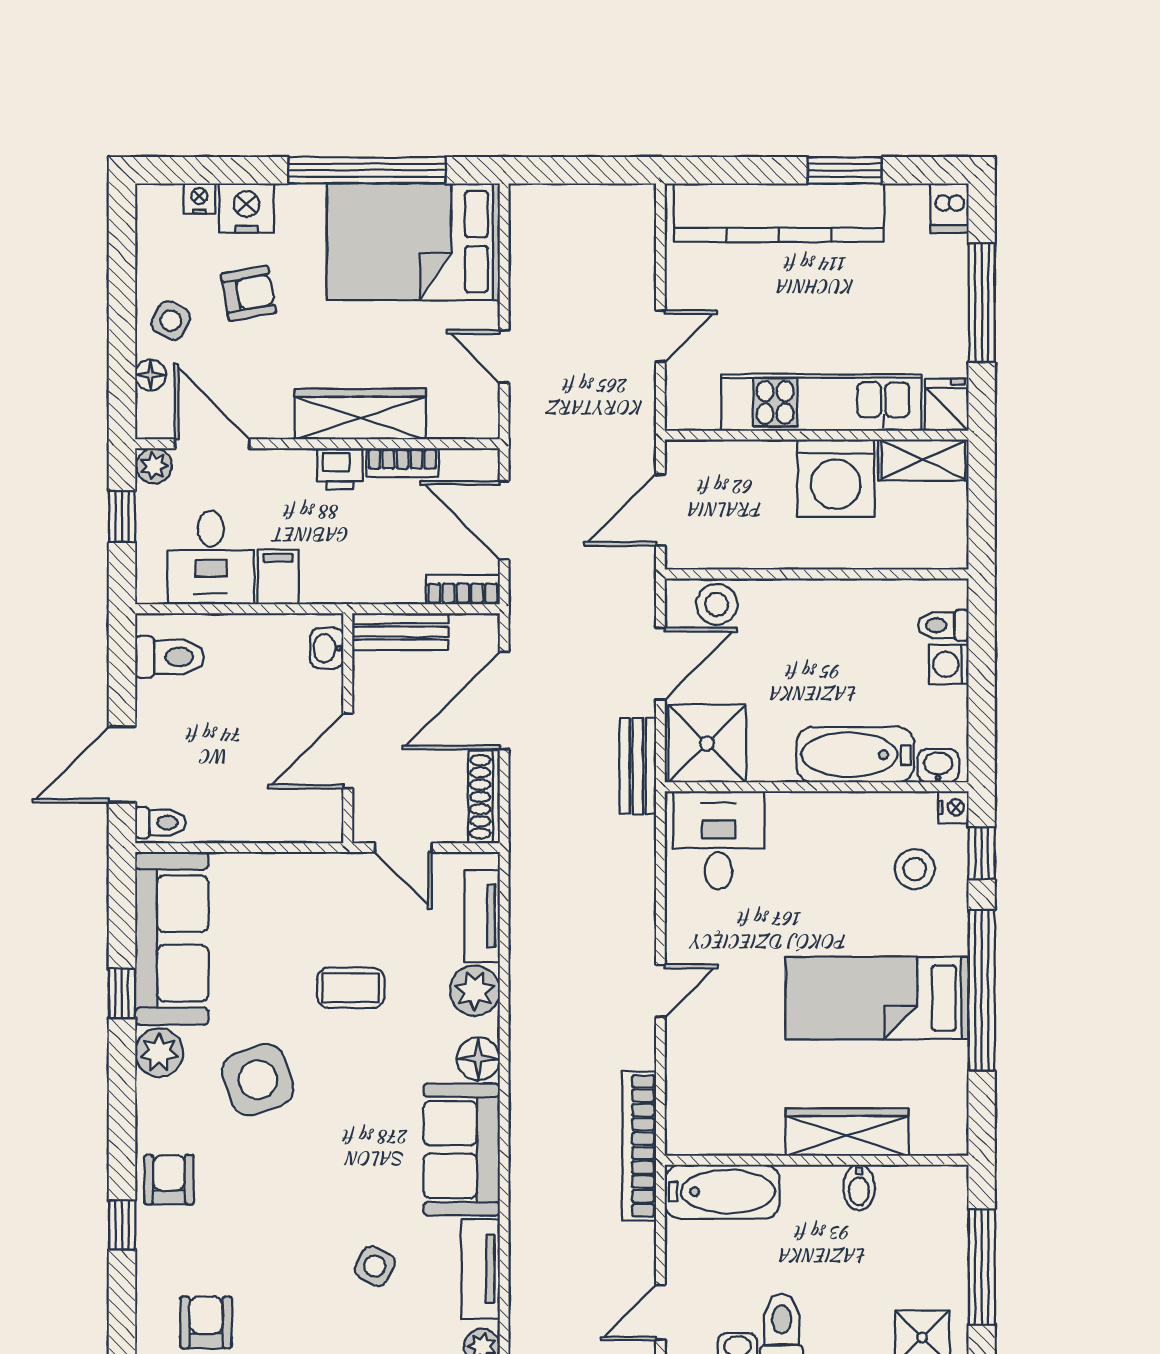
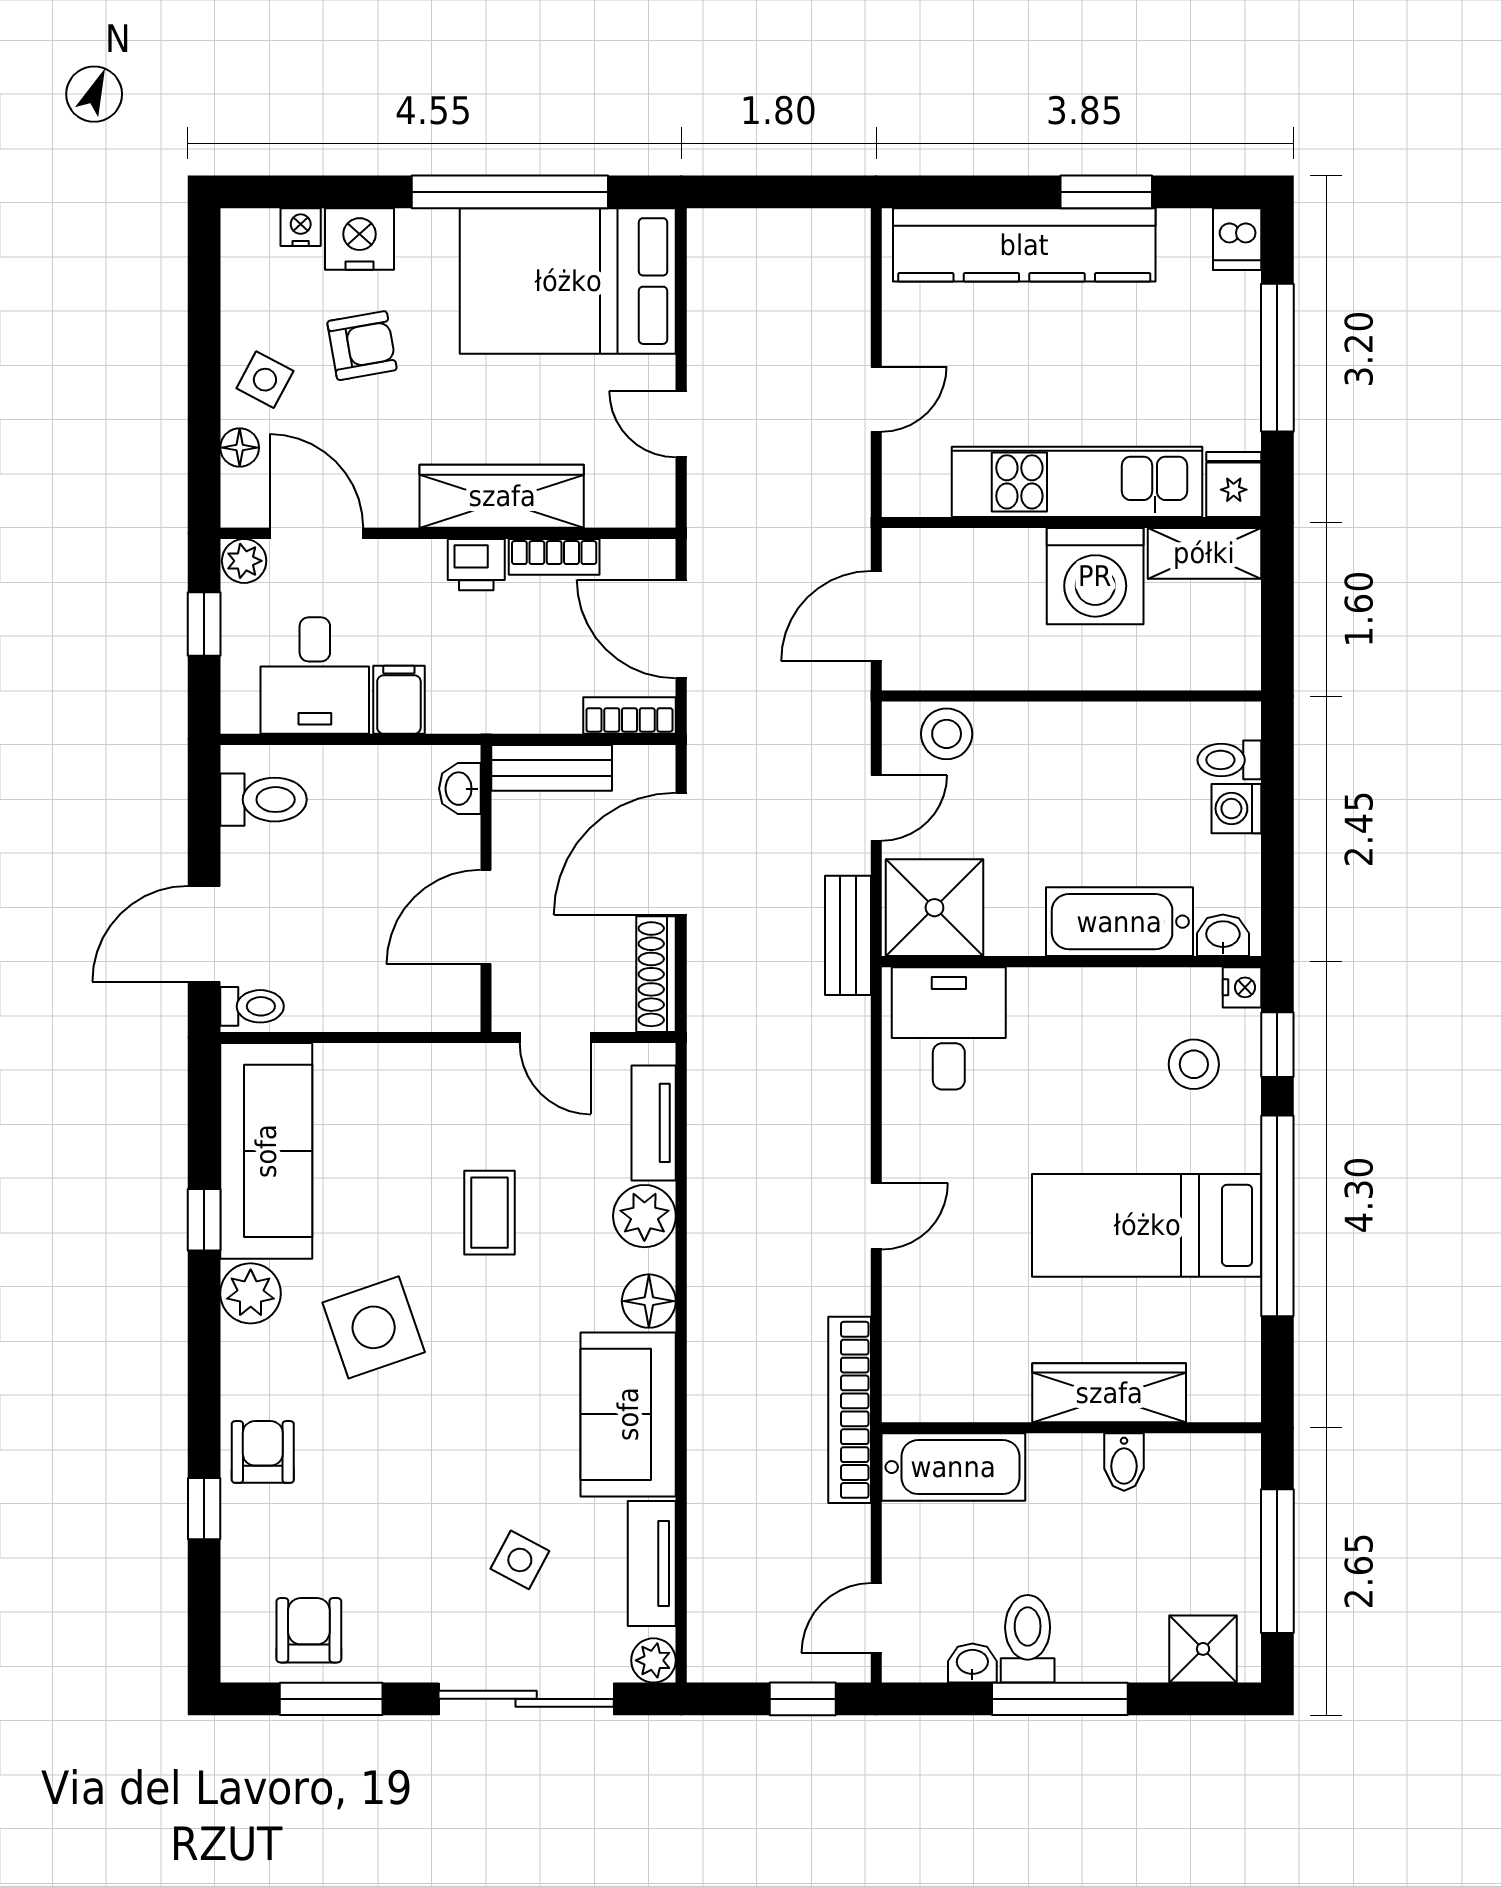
door: (660, 664) -> (876, 808), width x0.73
coffee table: (351, 988) -> (490, 1213), turned 90

